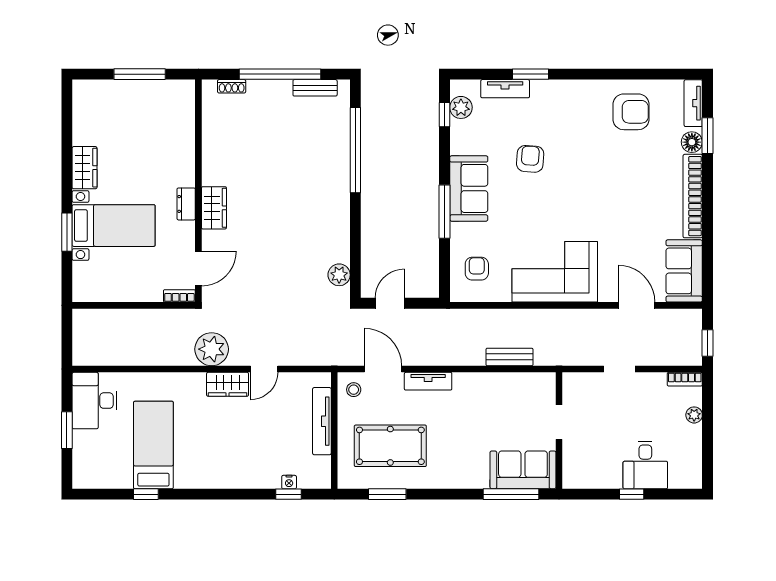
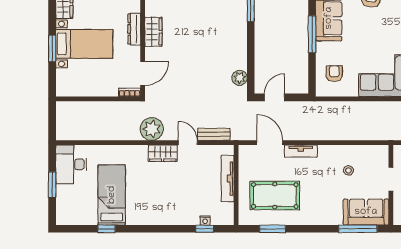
dresser: (186, 204) -> (134, 29), width x1.44
bench: (509, 357) -> (214, 134), moved
door: (264, 369) -> (188, 143), swing flipped
stool: (354, 390) -> (348, 170), moved

